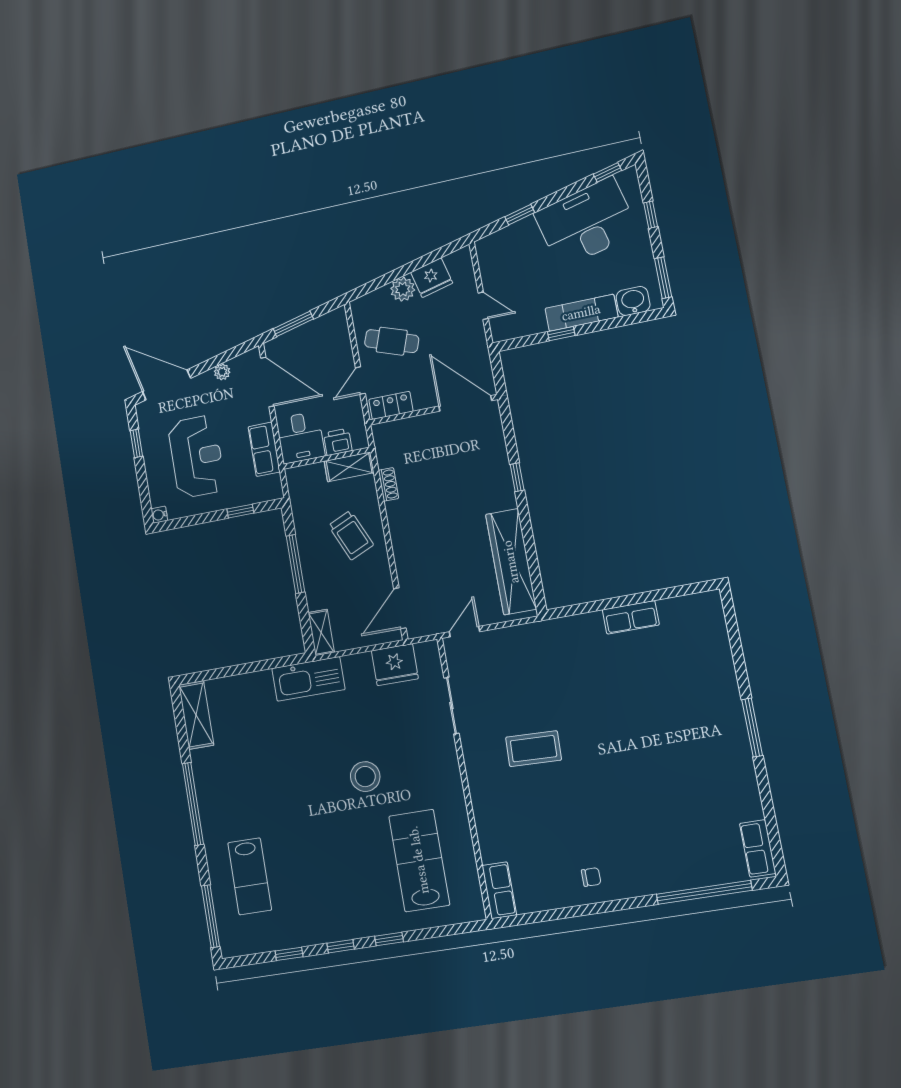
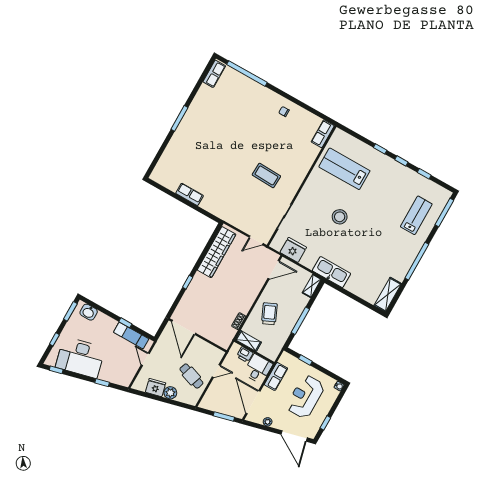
exam couch: (581, 313) -> (131, 336), moved
locker: (391, 405) -> (212, 351), removed
lab bench: (419, 860) -> (344, 169), turned 90

